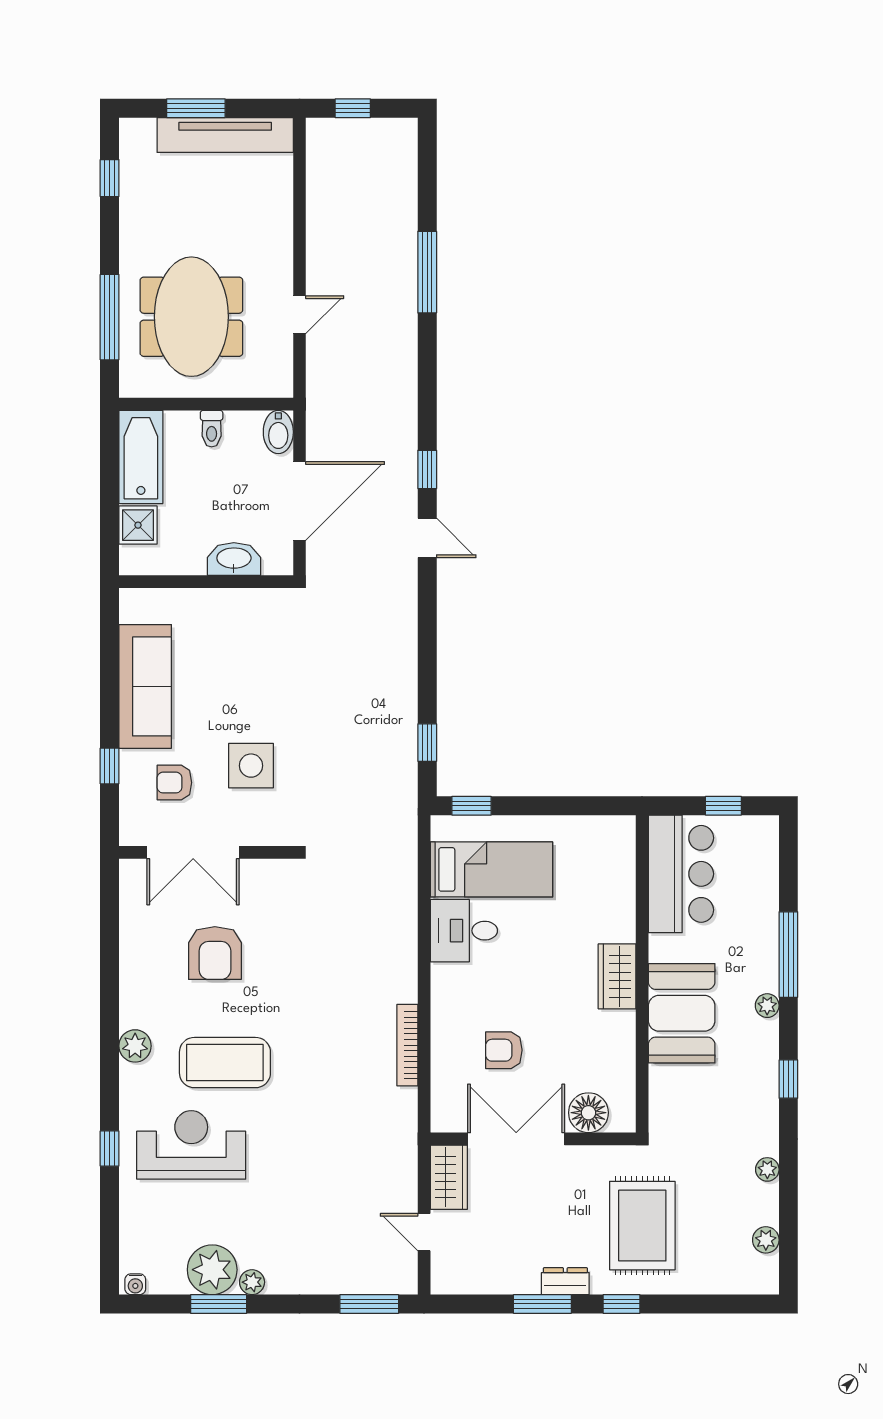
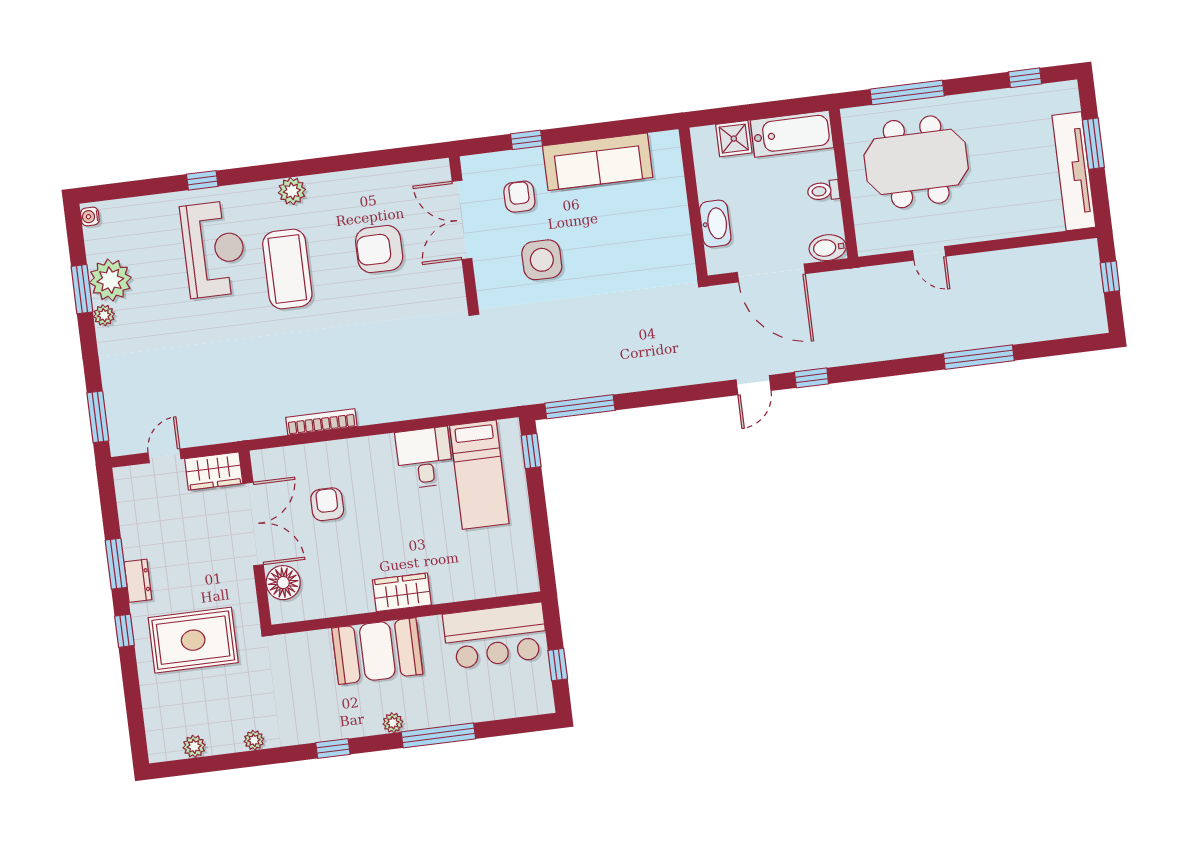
window: (427, 743) -> (580, 407), width x2.17

